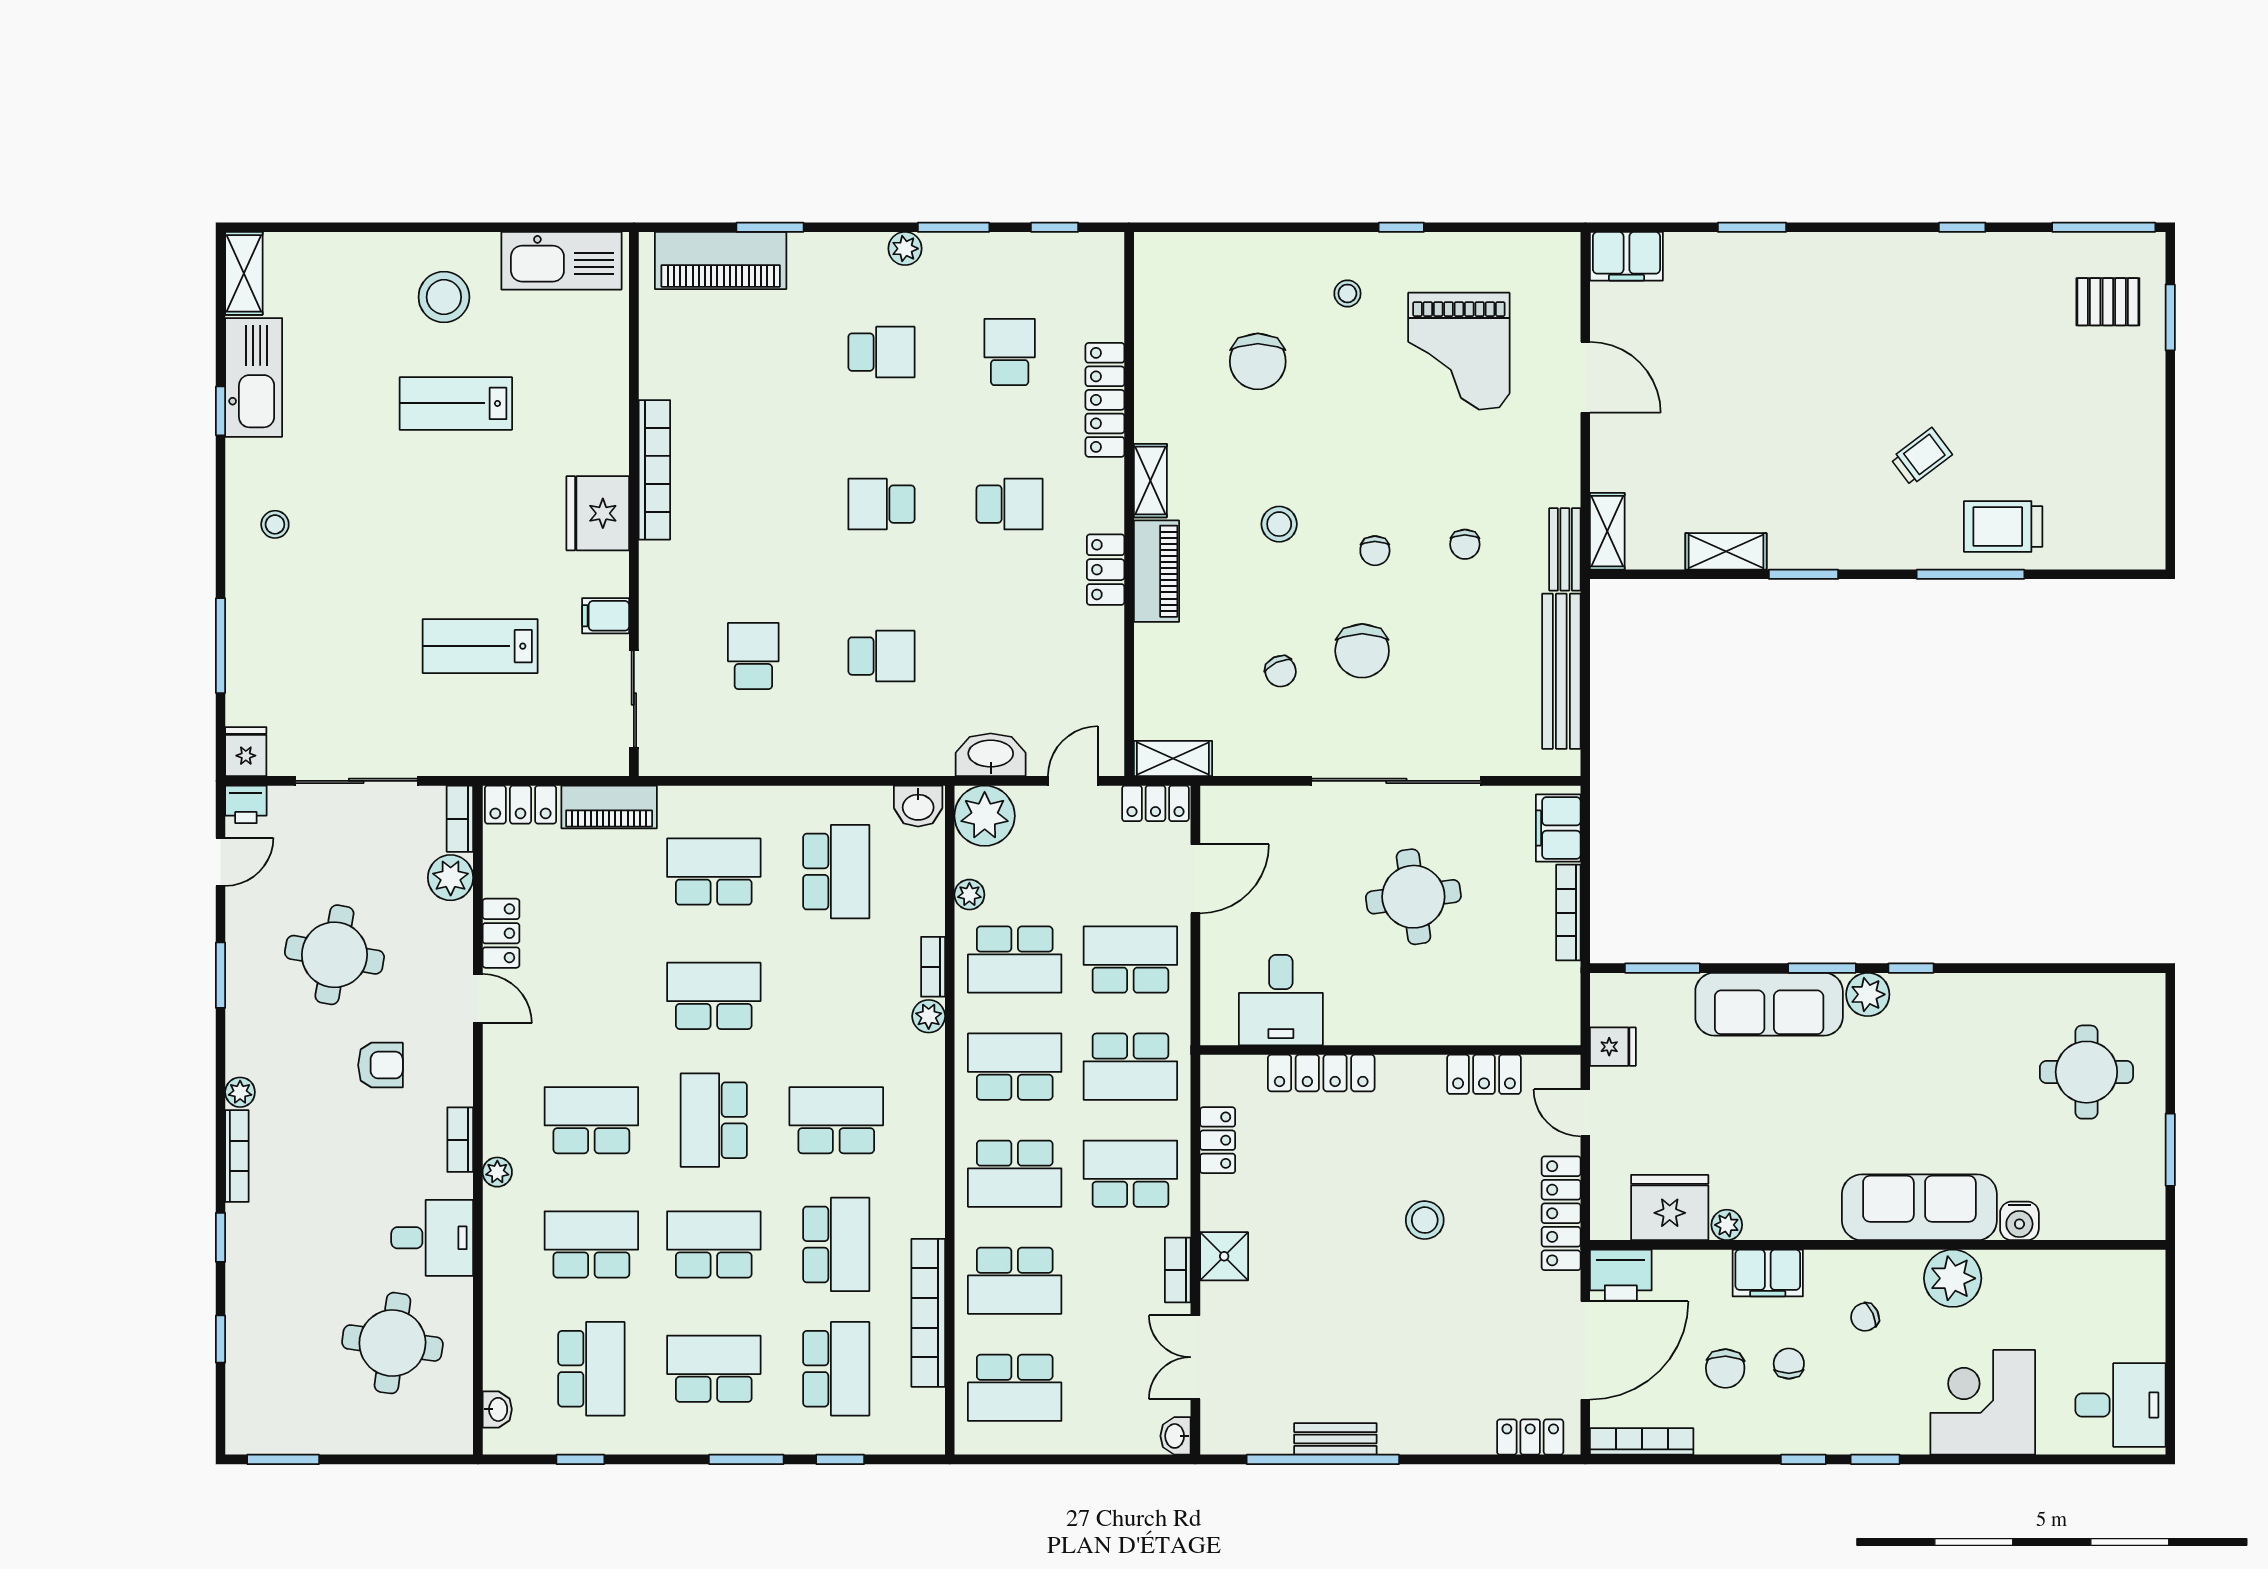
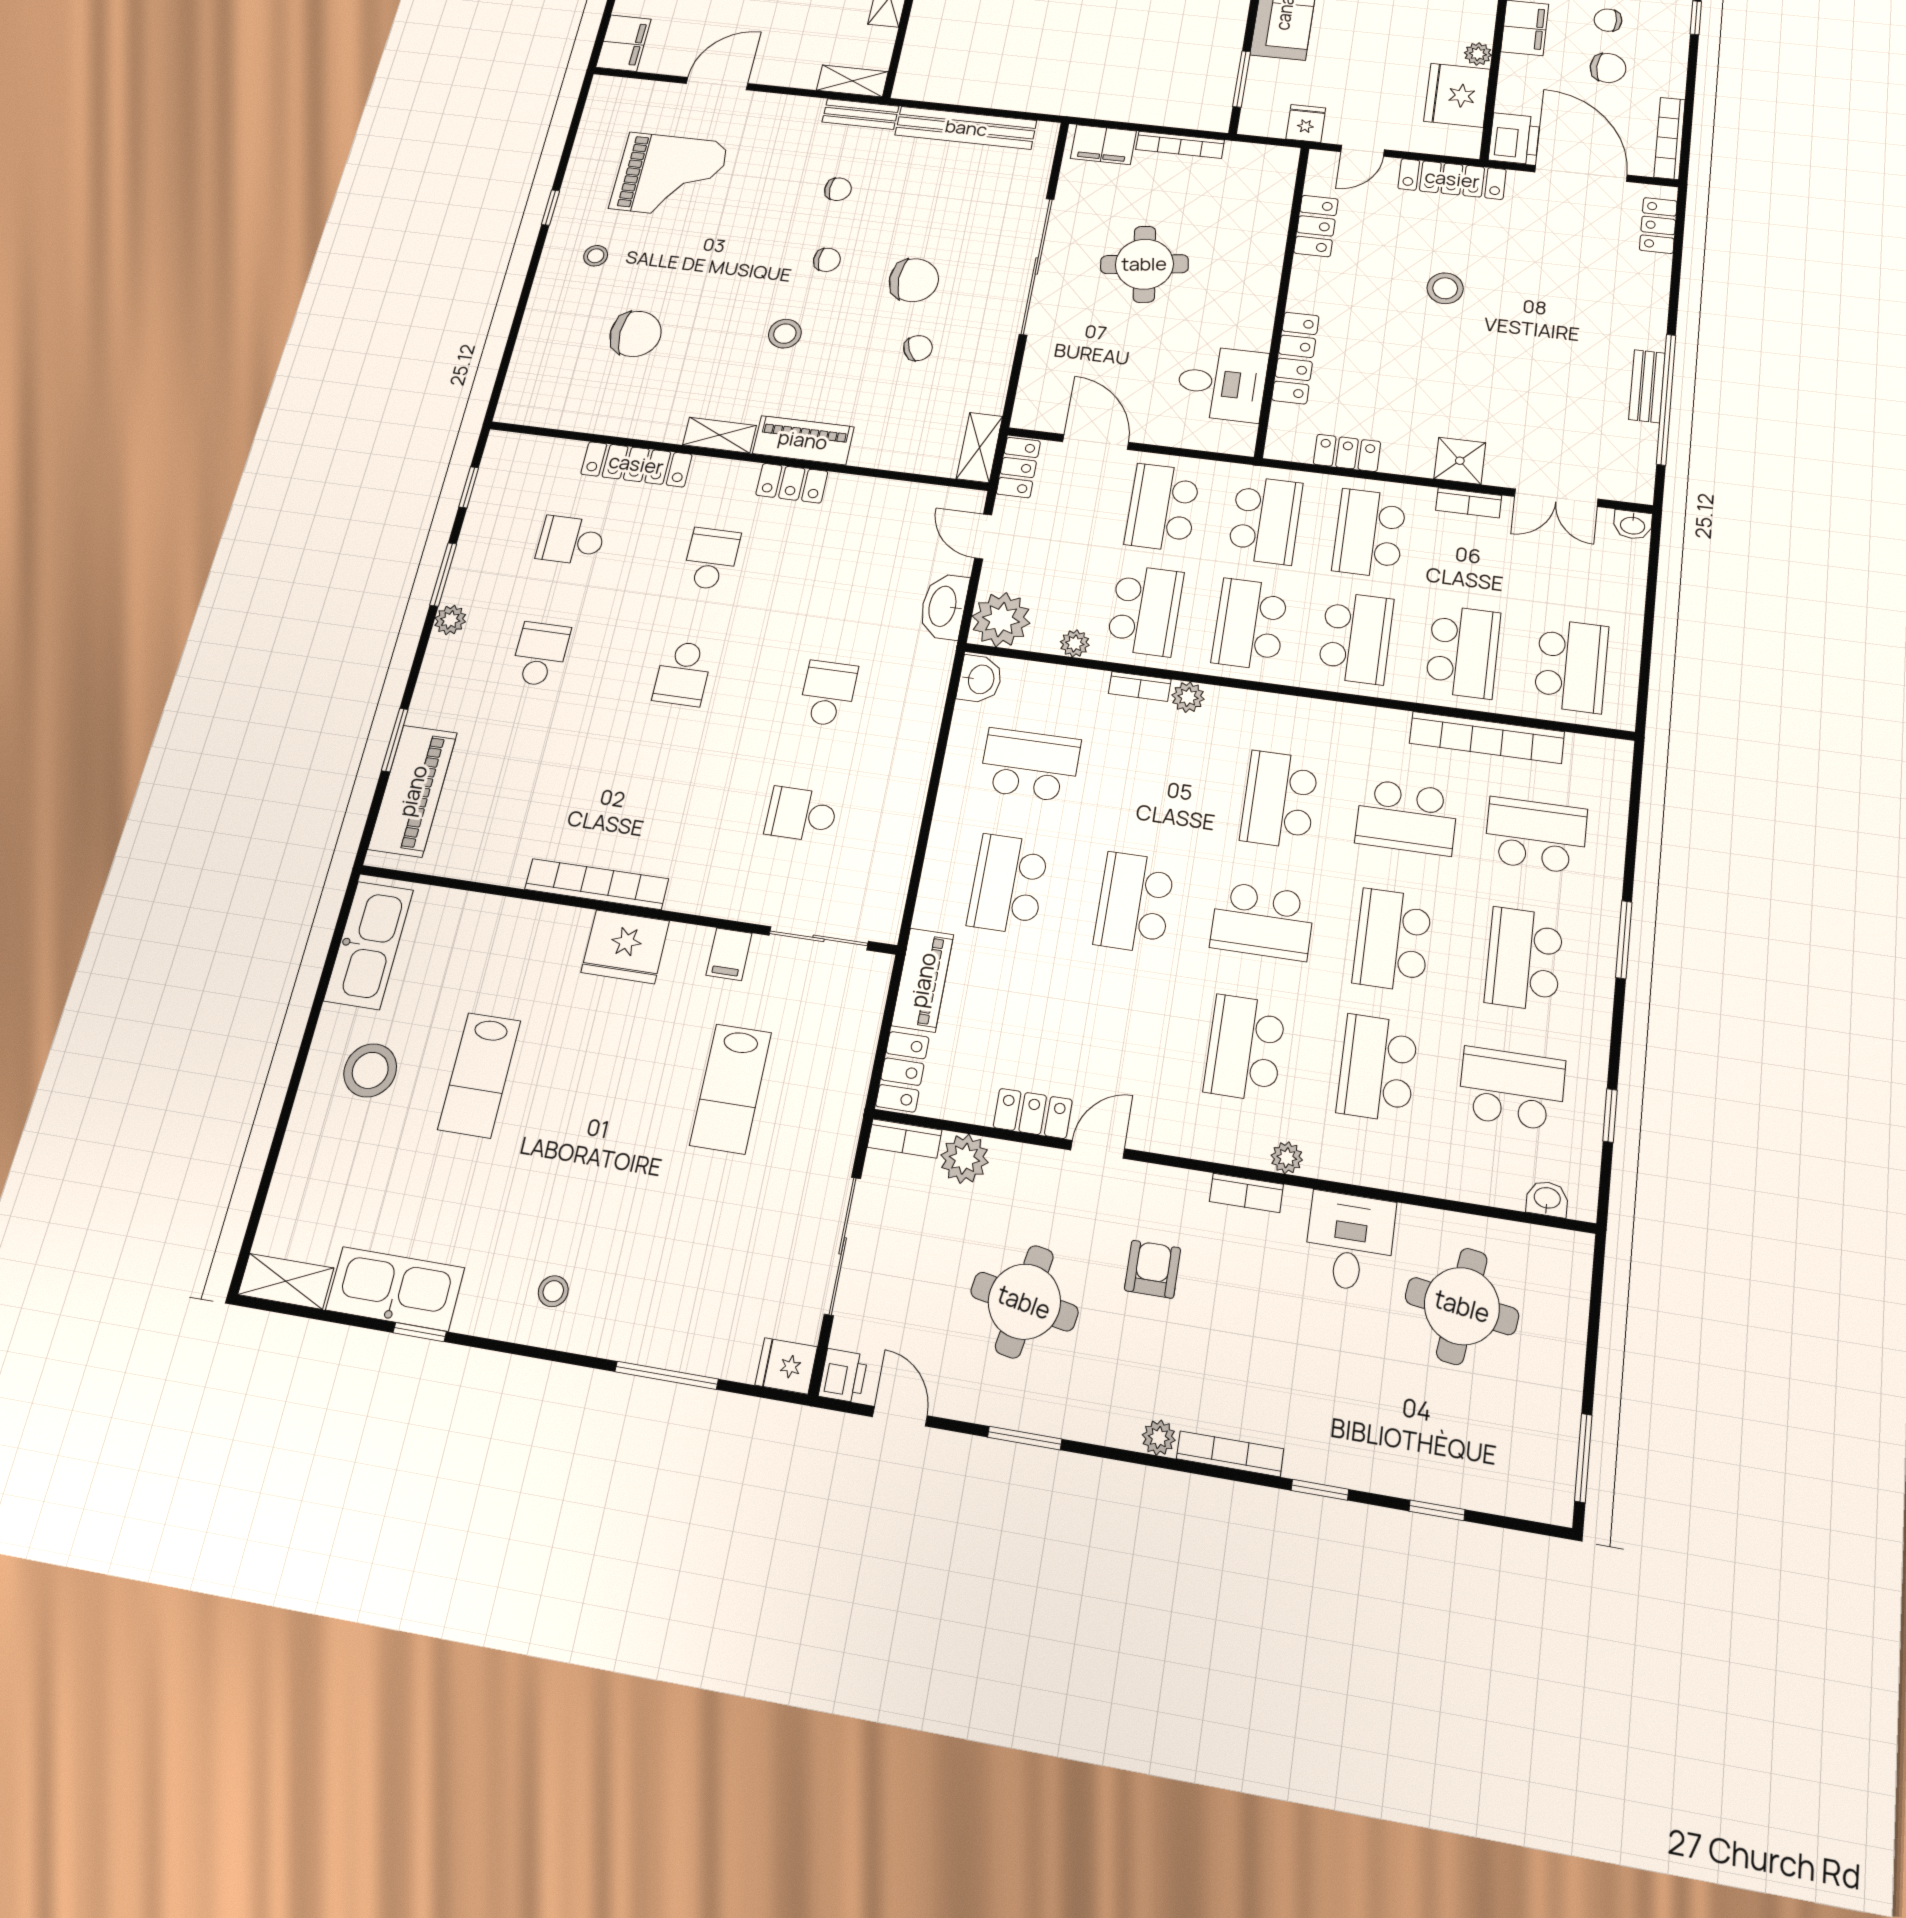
school desk: (836, 1244) -> (1407, 817), turned 180
window: (840, 1459) -> (1631, 844), removed

